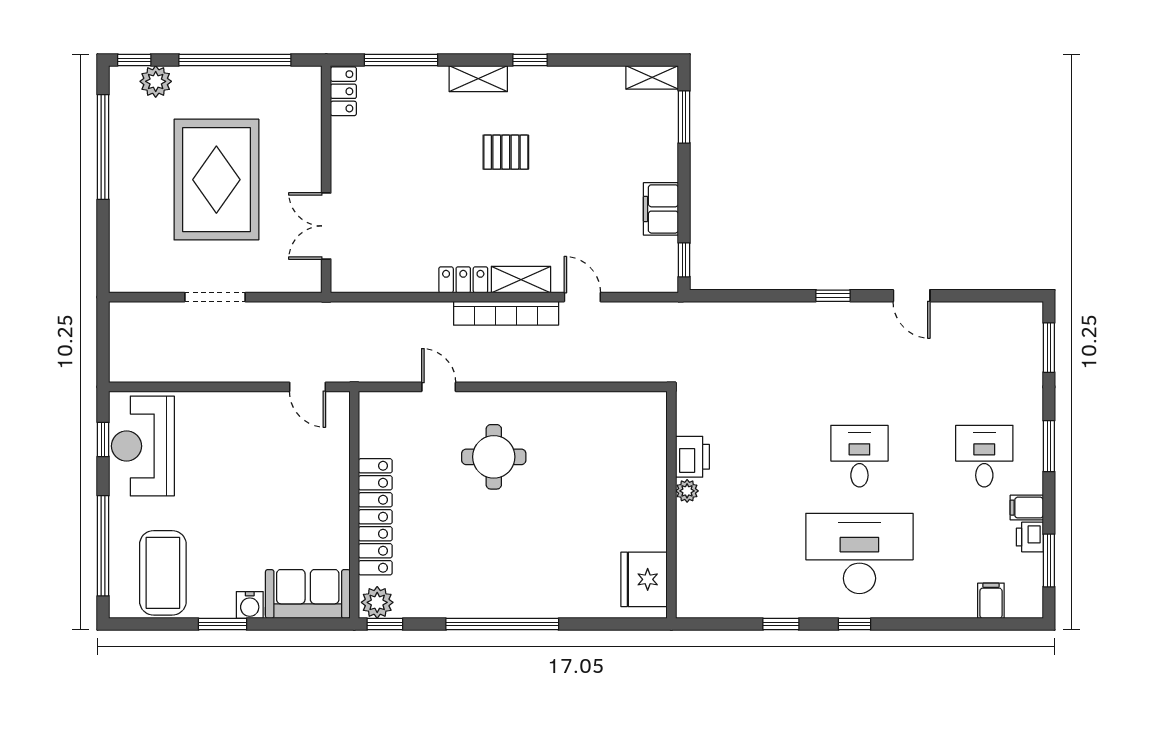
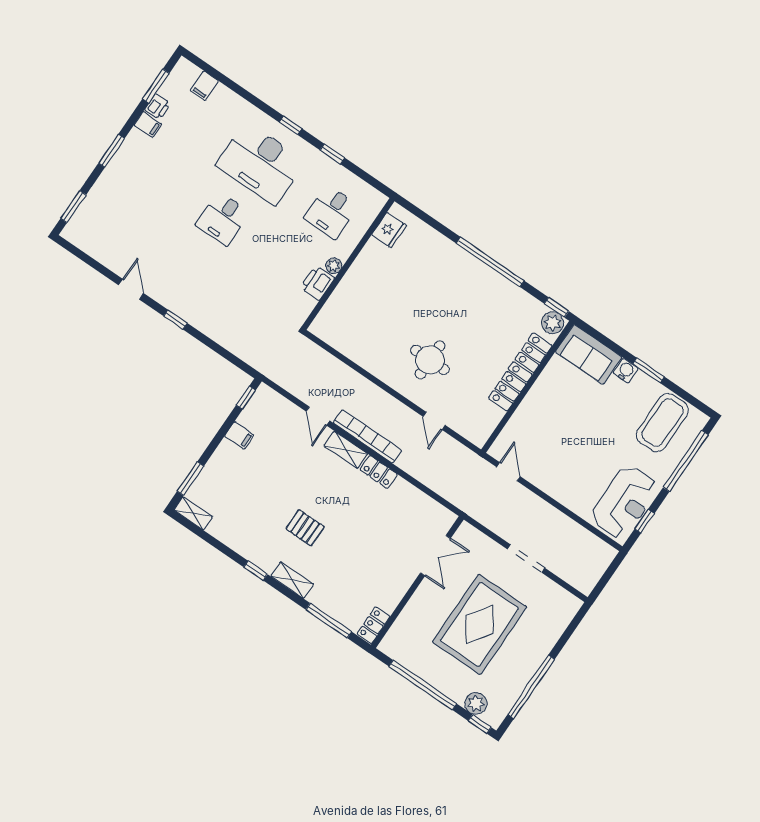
filing cabinet: (661, 209) -> (239, 435), width x0.50
desk: (984, 456) -> (331, 212), moved
fridge: (644, 579) -> (389, 230), width x0.73, depth x0.75

